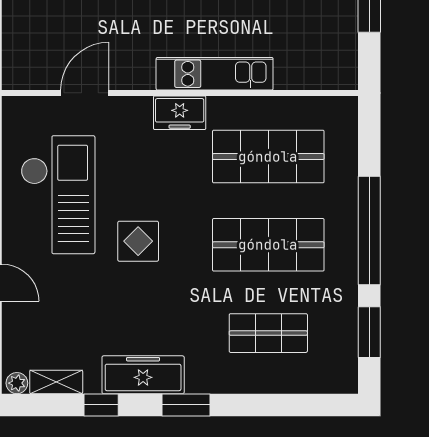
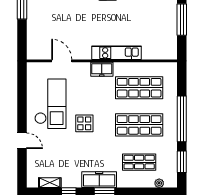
door: (85, 93) -> (62, 61), hinge flipped
freezer: (143, 375) -> (99, 180), moved
plant: (17, 383) -> (159, 183), moved

